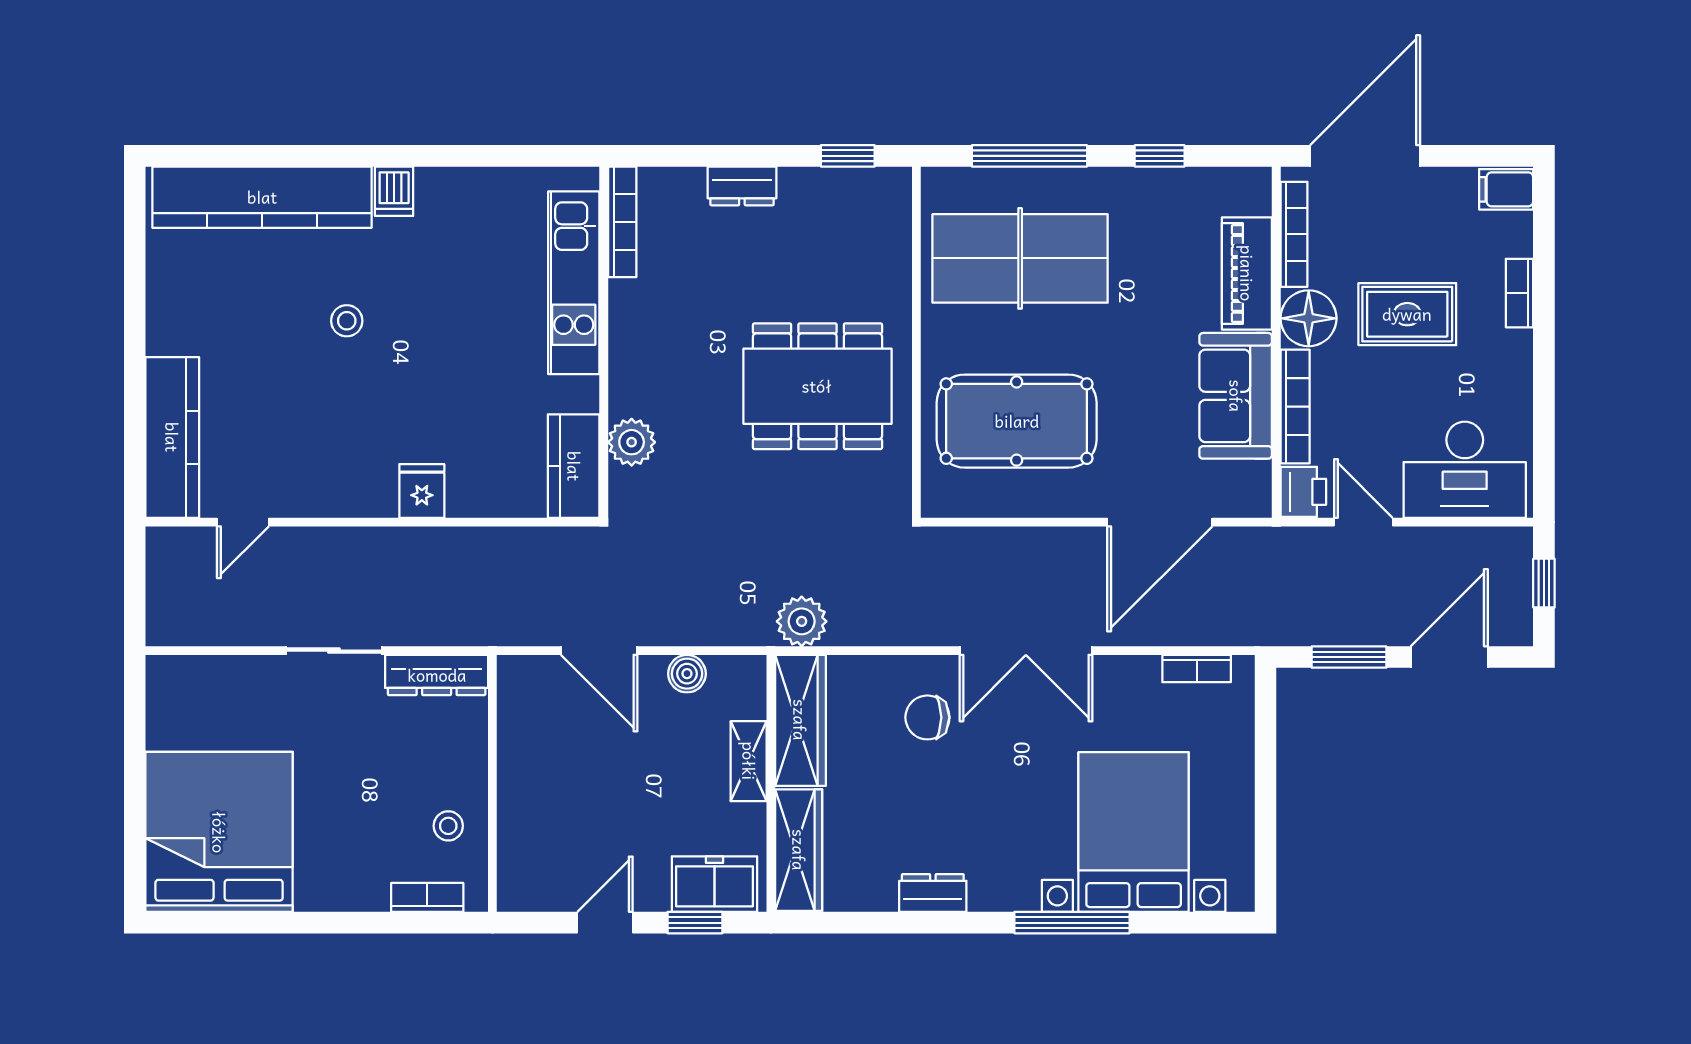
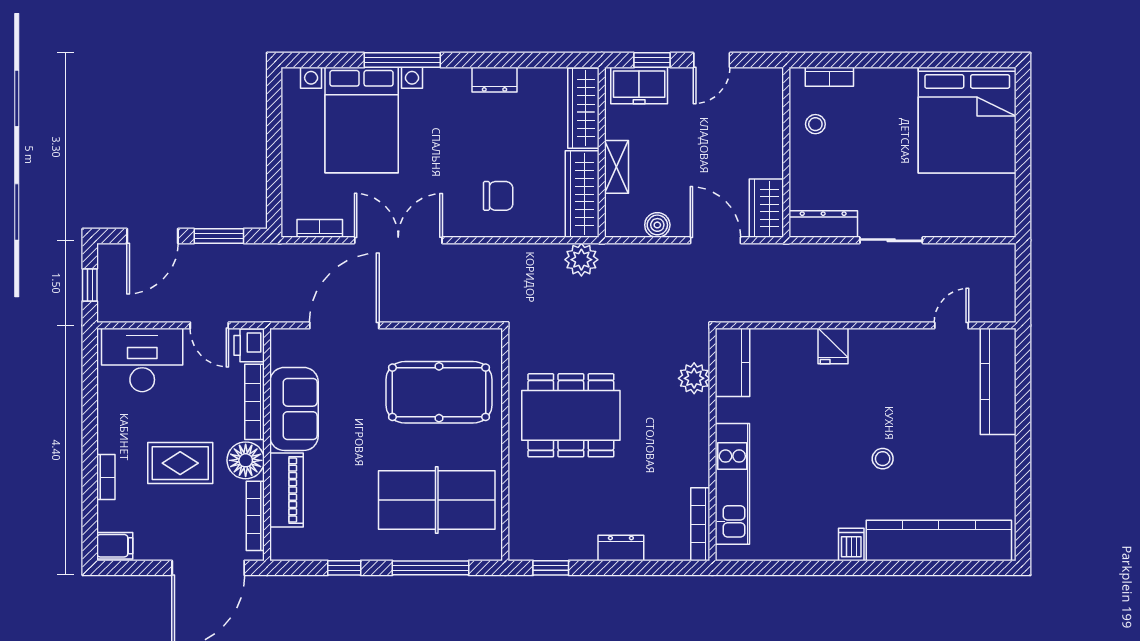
double door: (1026, 651) -> (398, 240), moved
wardrobe: (522, 699) -> (766, 208), added

